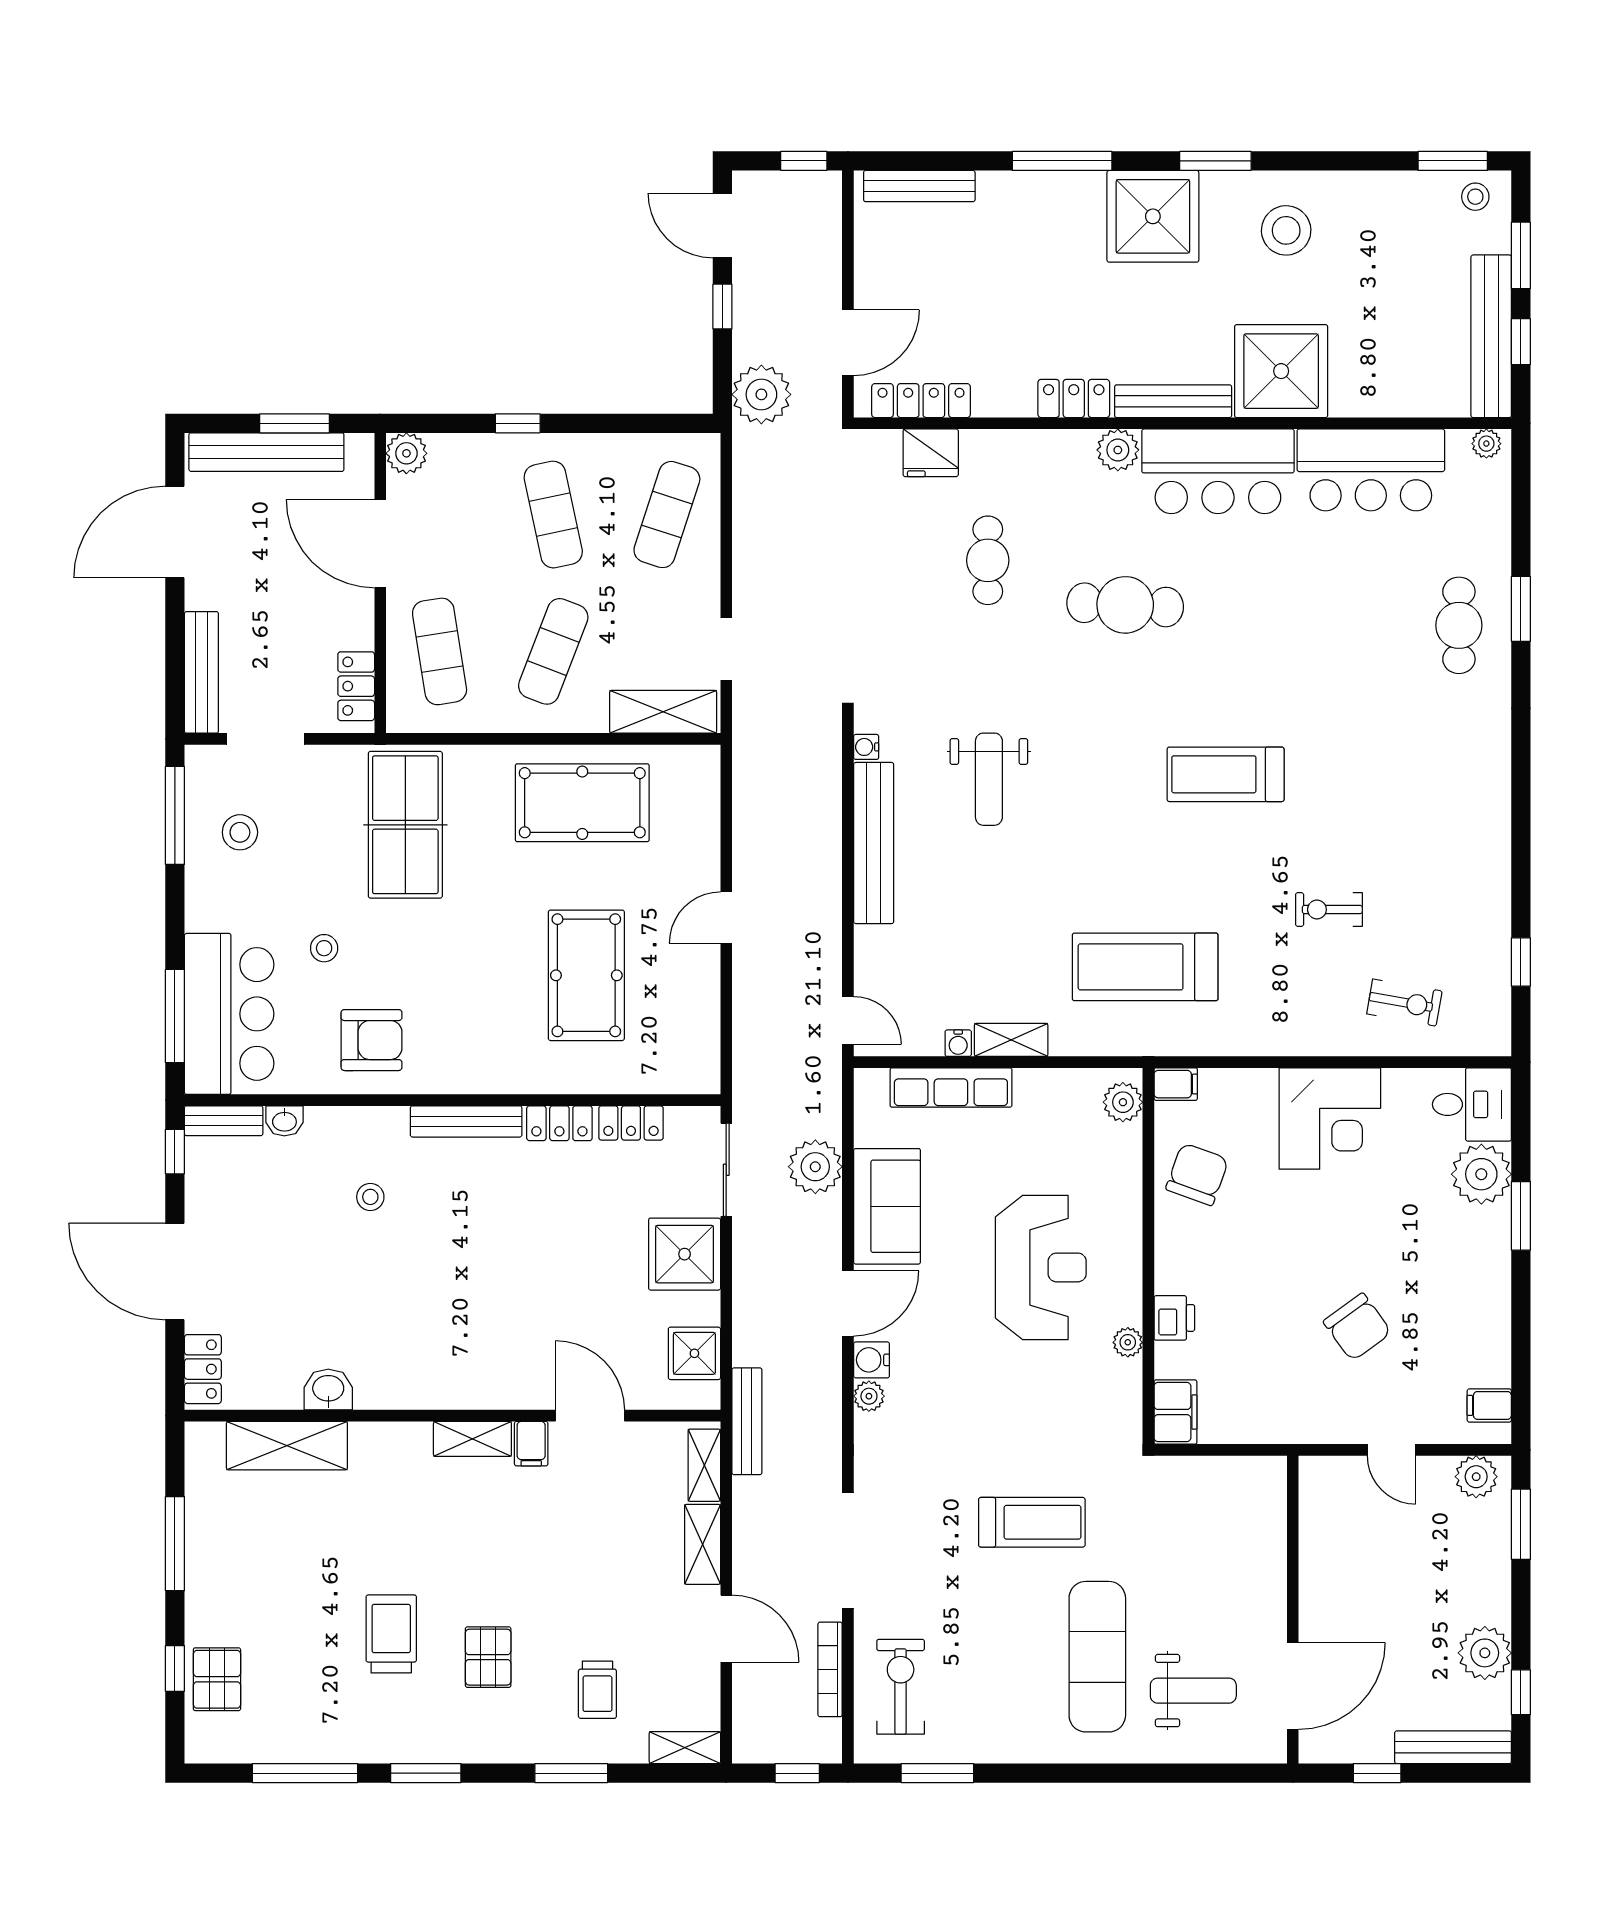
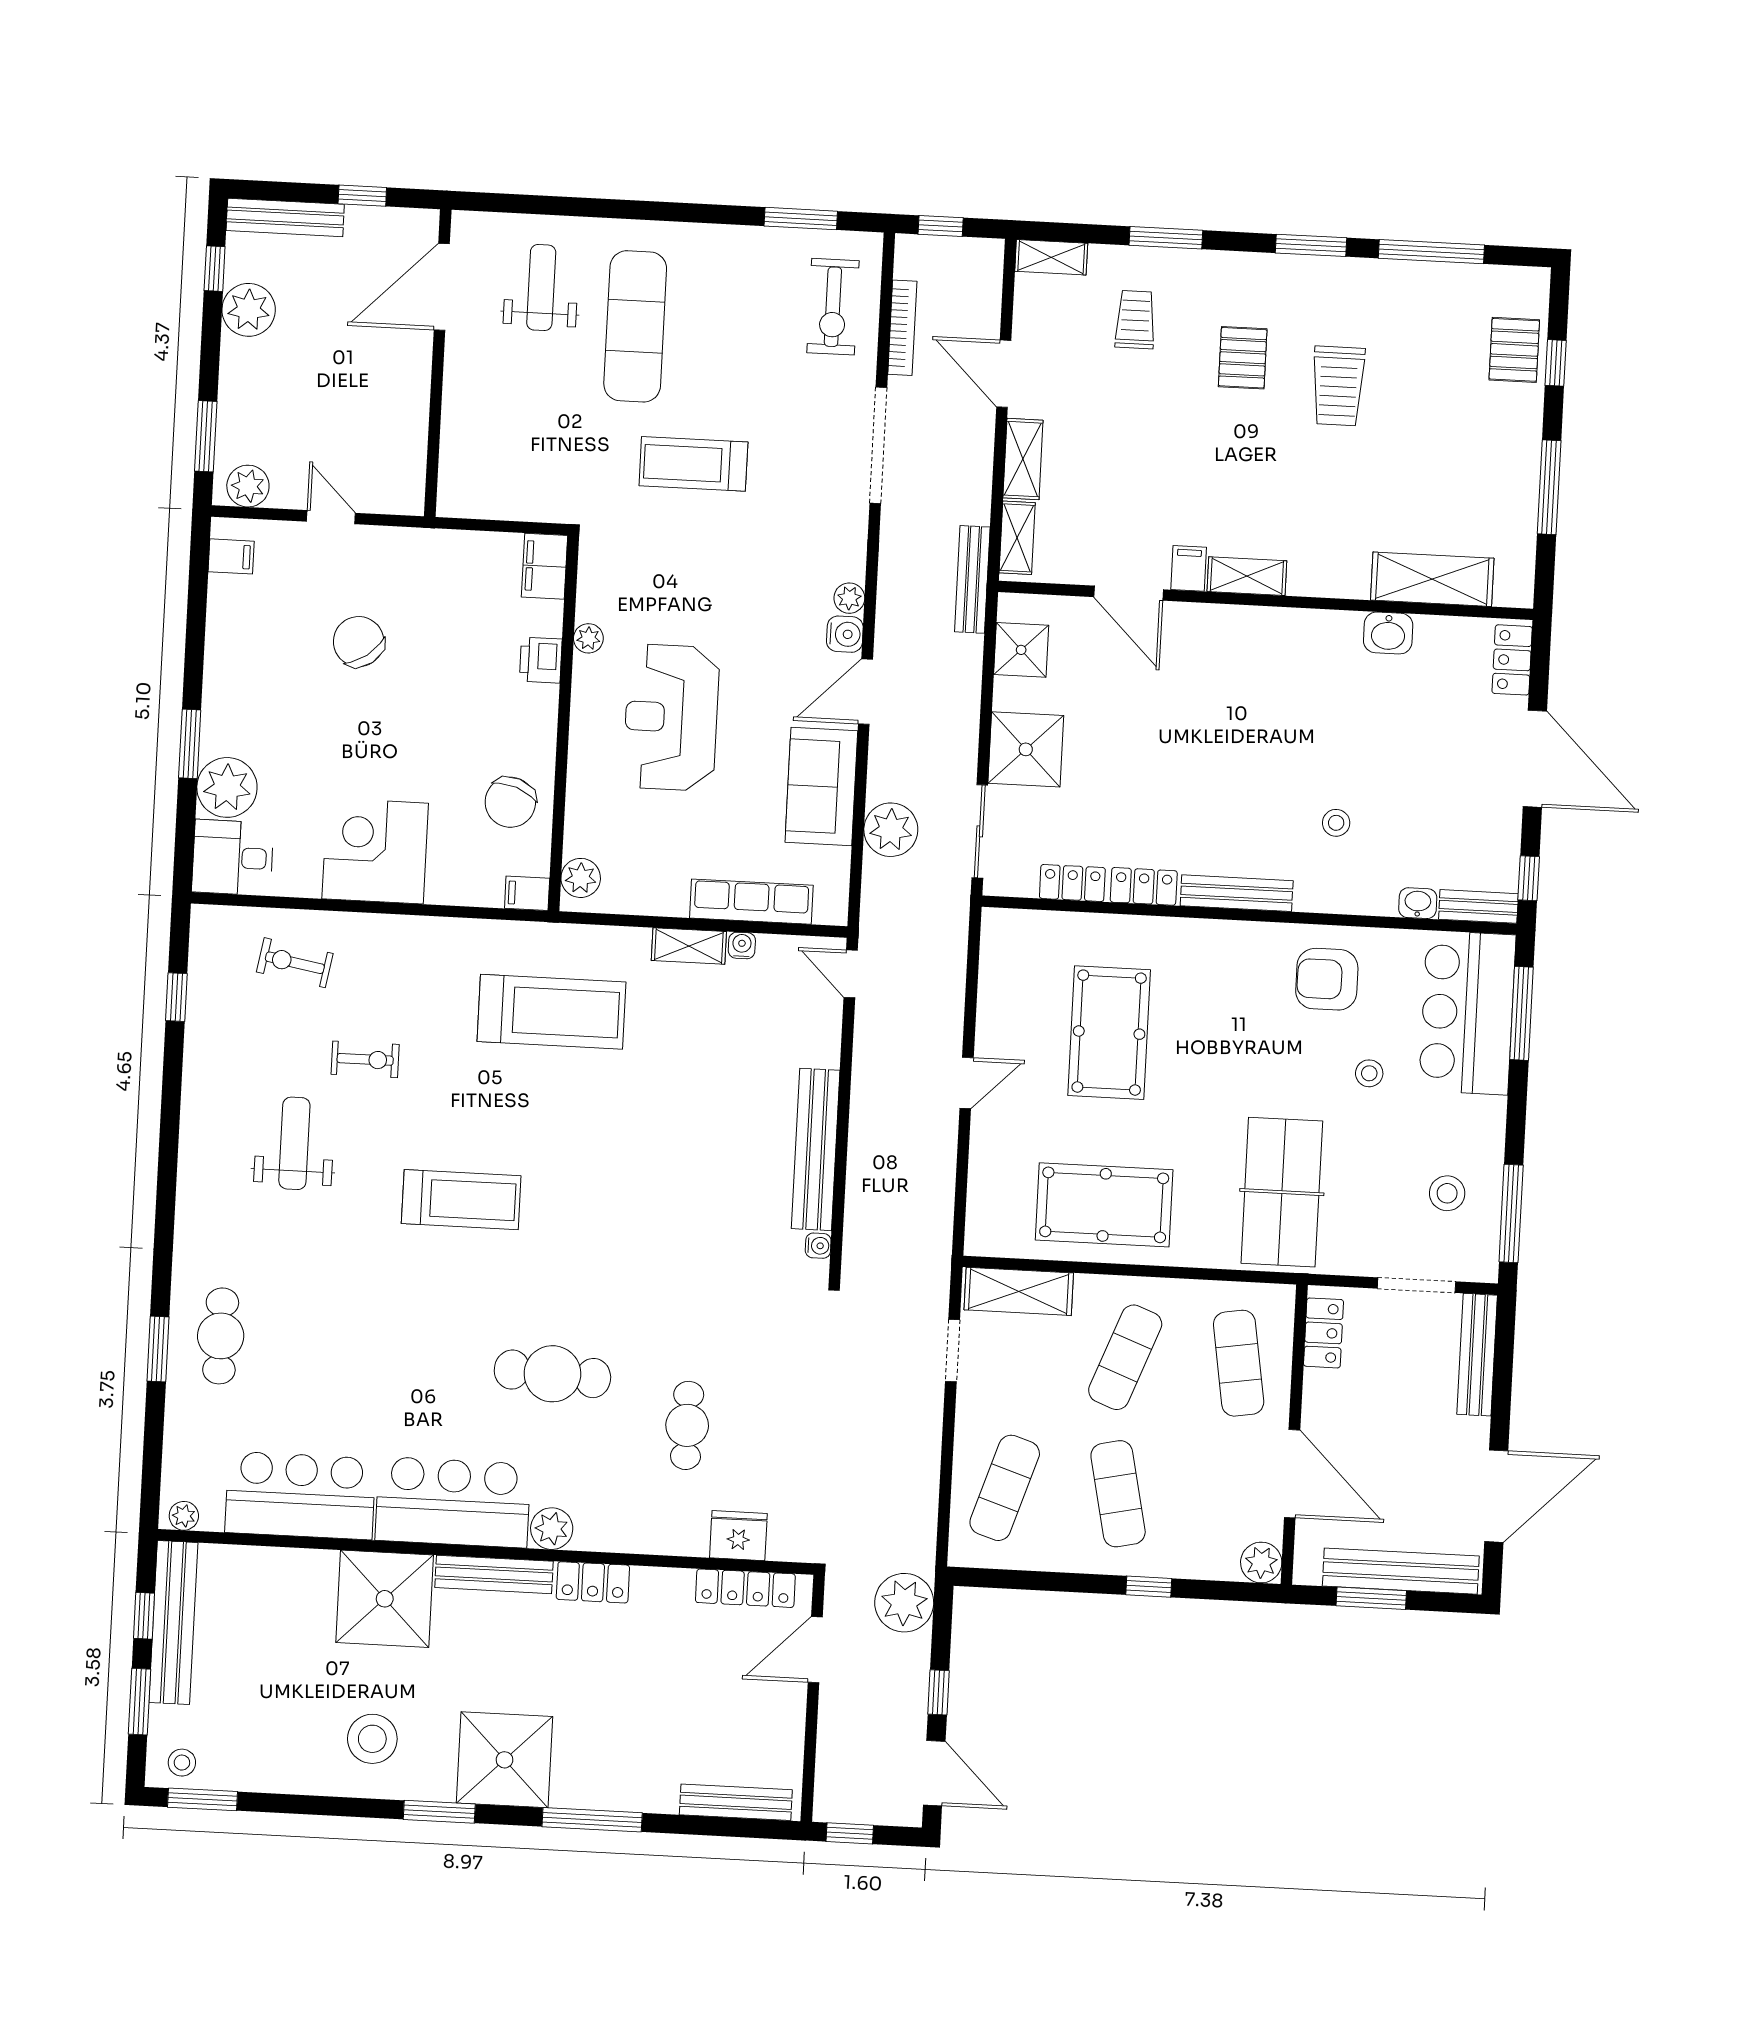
weight bench: (989, 779) -> (294, 1143), moved
weight bench: (1193, 1691) -> (541, 288), turned 90

